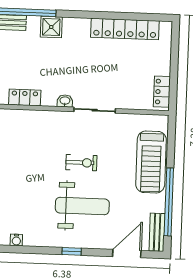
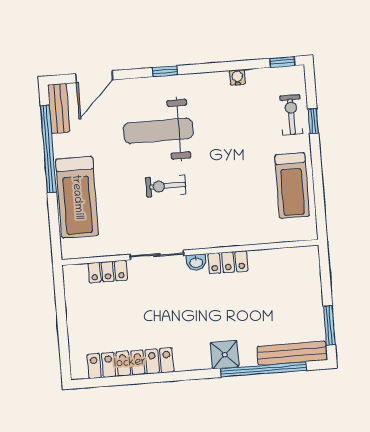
locker: (162, 92) -> (108, 272), moved, turned 90
locker: (25, 97) -> (228, 262), moved
treadmill: (151, 162) -> (77, 197), turned 180

